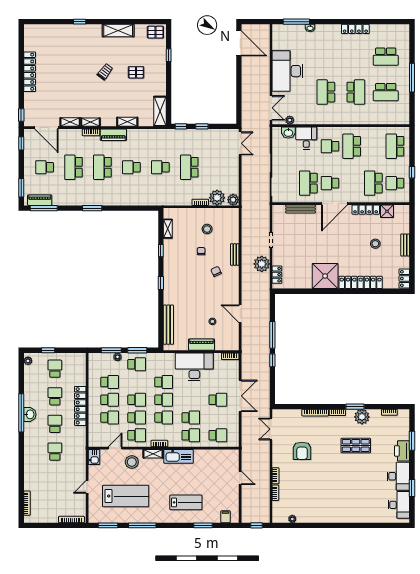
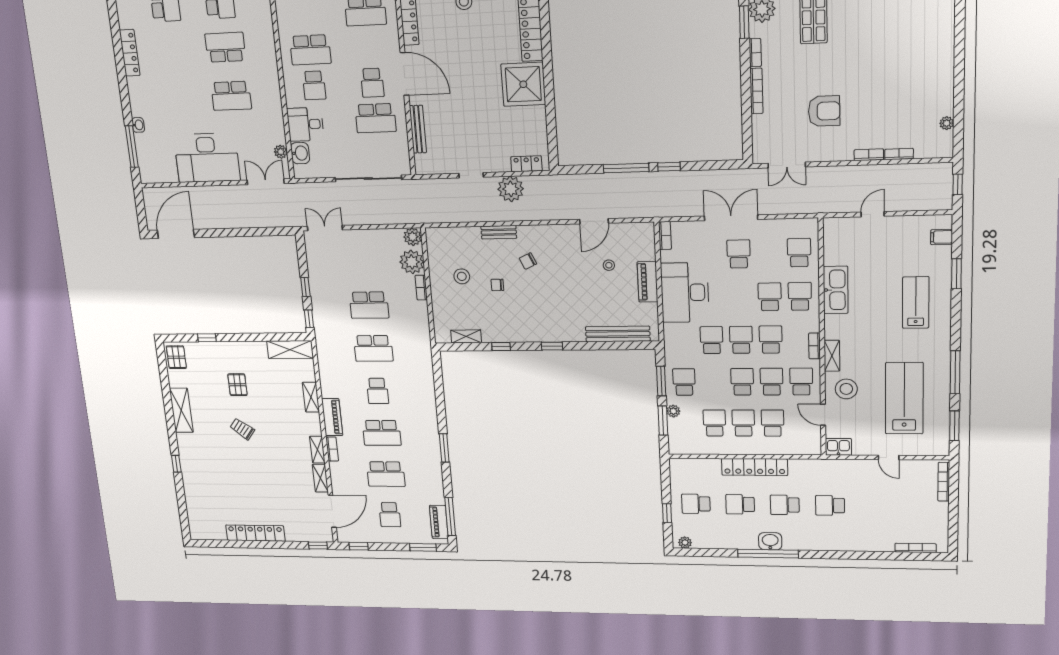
school desk: (160, 167) -> (373, 348), width x1.85
kitchen sink: (178, 456) -> (836, 290), moved

